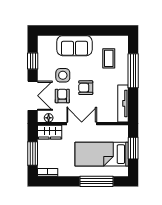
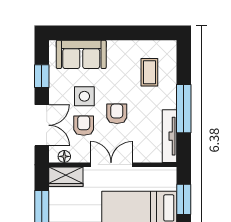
sofa: (74, 46) -> (81, 54), moved
window: (133, 71) -> (184, 109), moved
armchair: (86, 88) -> (117, 114), turned 90

